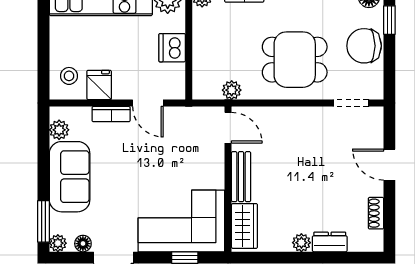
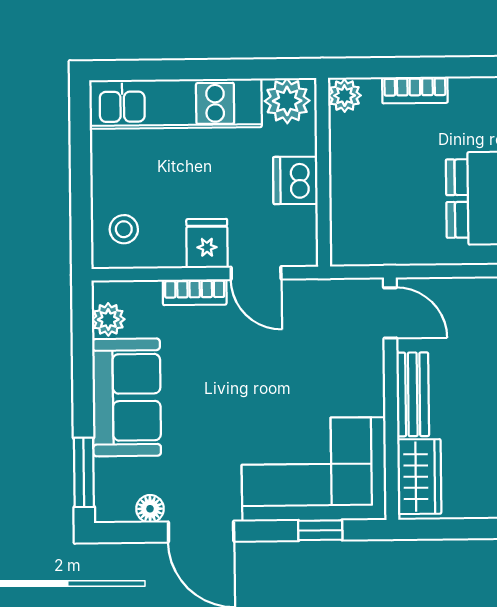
fridge: (99, 85) -> (207, 243), moved
plant: (232, 90) -> (396, 250), removed
plant: (58, 243) -> (108, 509), removed

